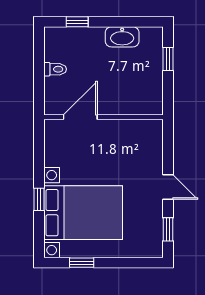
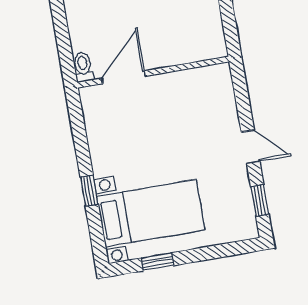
toilet: (55, 69) -> (83, 67), moved, turned -90
bed with nightstands: (83, 213) -> (151, 213), width x0.73

